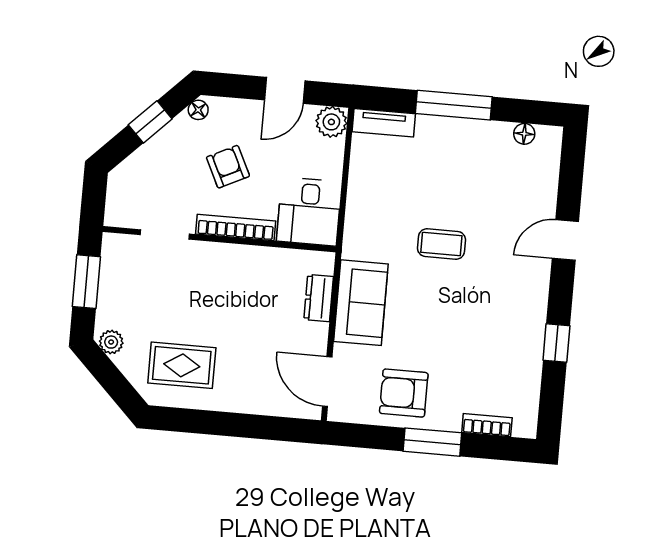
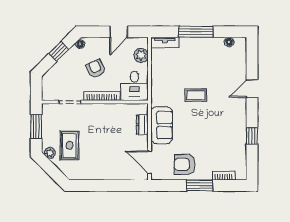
plant: (331, 122) -> (141, 55), moved
rug: (182, 365) -> (70, 145), moved, turned 90

